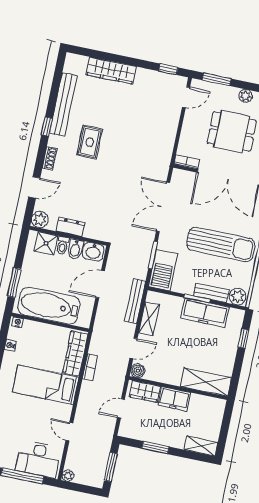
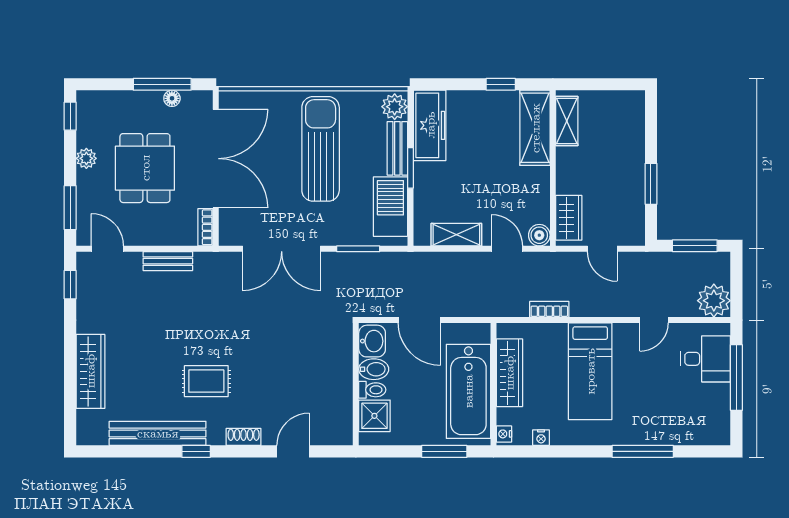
door: (34, 187) -> (293, 451), hinge flipped
plant: (40, 220) -> (340, 433), removed
dresser: (70, 227) -> (342, 384), removed
barbecue: (163, 270) -> (390, 207), moved, turned -90
bench: (135, 301) -> (168, 261), moved, width x0.73
freezer: (205, 313) -> (430, 125), moved
window: (243, 339) -> (501, 84), moved
wardrobe: (75, 353) -> (509, 373), moved, turned -90
freezer: (174, 399) -> (571, 170), removed
shelving: (201, 446) -> (567, 121), moved
desk: (38, 459) -> (706, 359), width x0.73
plant: (68, 476) -> (714, 301), width x1.87, depth x1.87

